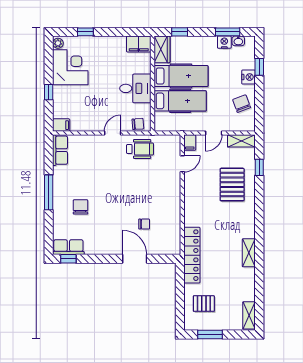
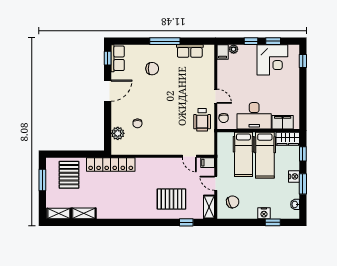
window: (85, 32) -> (303, 61), moved
window: (228, 32) -> (303, 184), moved
nightstand: (224, 42) -> (294, 176), moved
plant: (58, 43) -> (234, 49), moved
filing cabinet: (139, 44) -> (283, 122), moved, turned 90
window: (49, 66) -> (273, 41), added
desk: (135, 88) -> (254, 116), width x1.37
chair: (242, 104) -> (233, 202), moved
row of seats: (60, 150) -> (190, 51), moved
plant: (156, 247) -> (118, 133), added
shelving: (249, 253) -> (84, 213), moved
door: (135, 259) -> (108, 91), moved
pallet: (204, 304) -> (69, 175), width x1.50, depth x1.42

